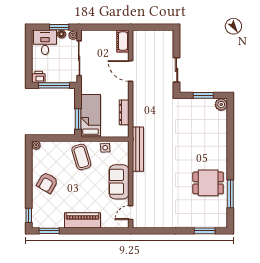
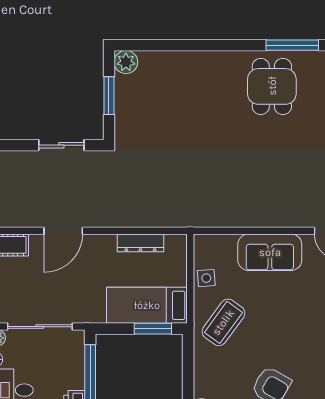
bench: (138, 149) -> (209, 217), removed
coffee table: (81, 157) -> (223, 322), turned -37

